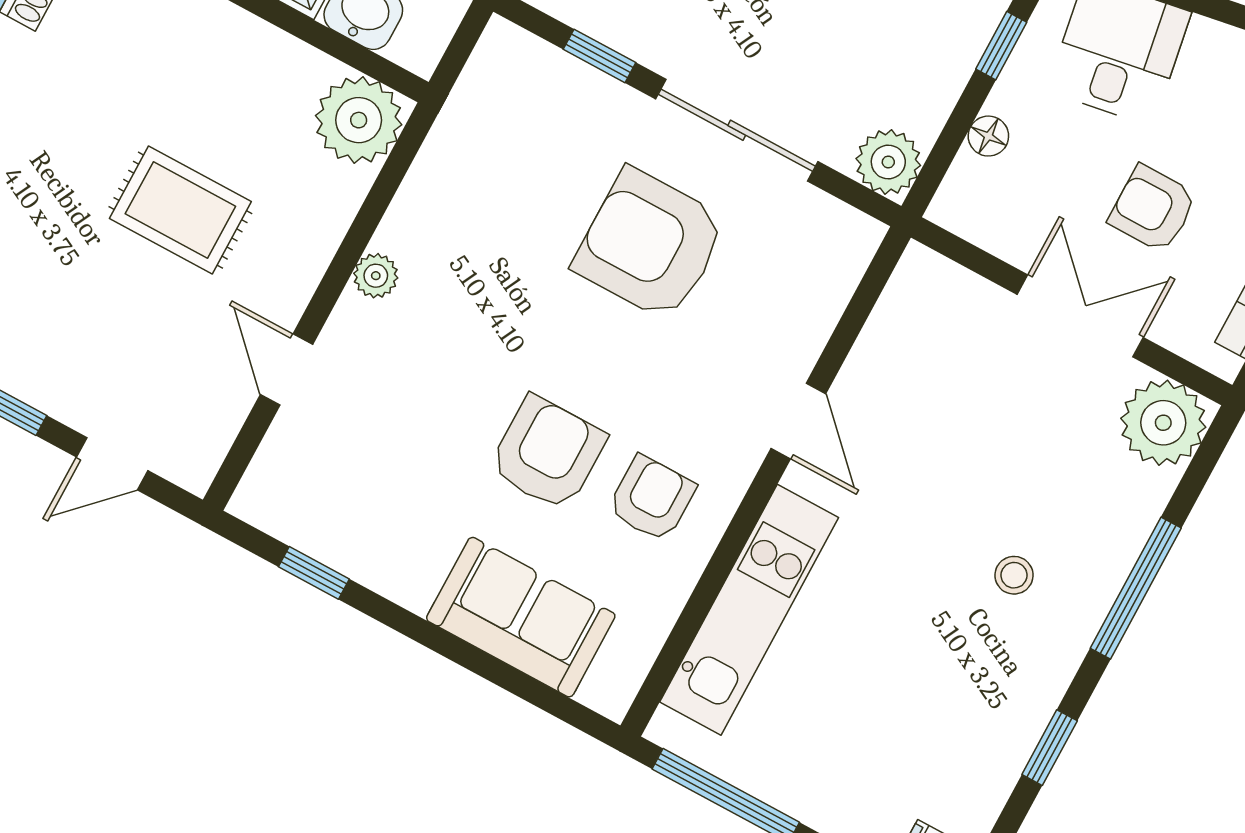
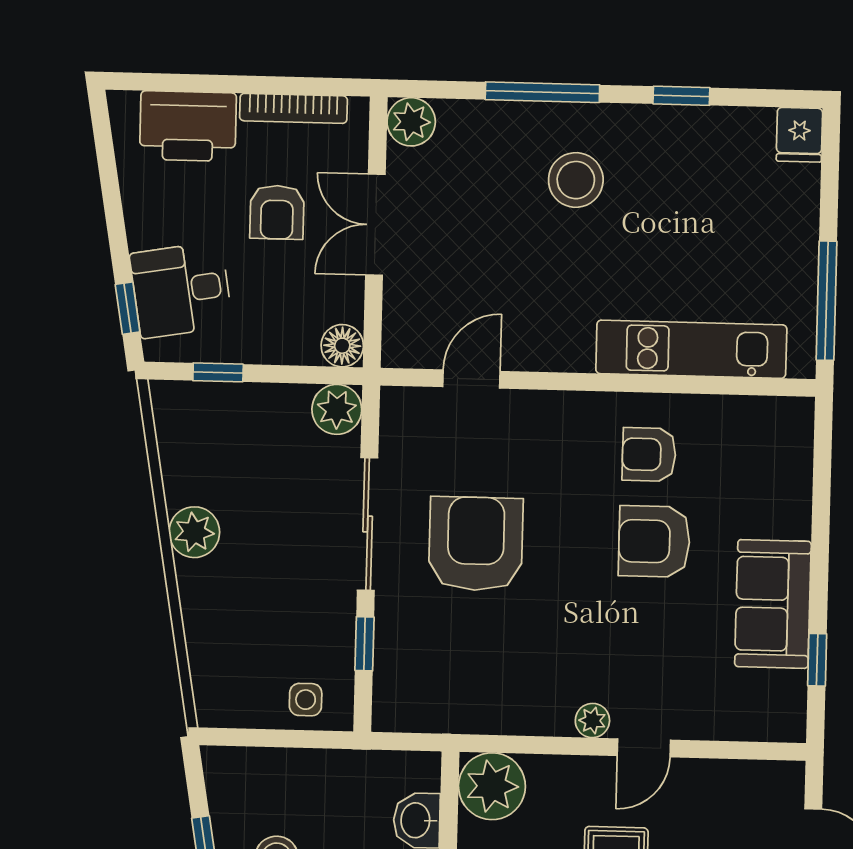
floor lamp: (988, 136) -> (342, 346), moved, width x1.37, depth x1.37
armchair: (650, 244) -> (476, 544), turned 180
door: (287, 369) -> (644, 748), moved
door: (798, 421) -> (471, 379), moved
plant: (1163, 423) -> (411, 122), width x0.73, depth x0.73
stool: (1014, 575) -> (576, 180), width x1.89, depth x1.89
sofa: (521, 617) -> (773, 604), moved

